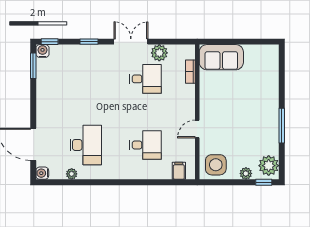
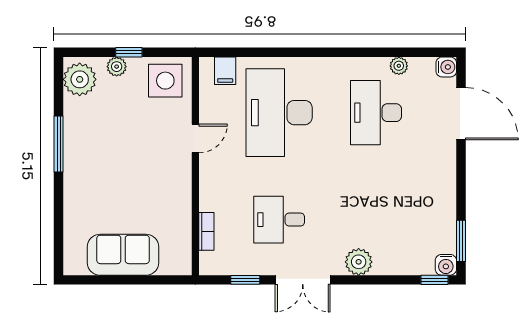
window: (89, 42) -> (245, 280), moved
plant: (159, 53) -> (359, 262), moved
sofa: (221, 57) -> (123, 255), moved
desk: (145, 145) -> (279, 113), width x1.87, depth x1.30
window: (264, 182) -> (129, 52), moved

